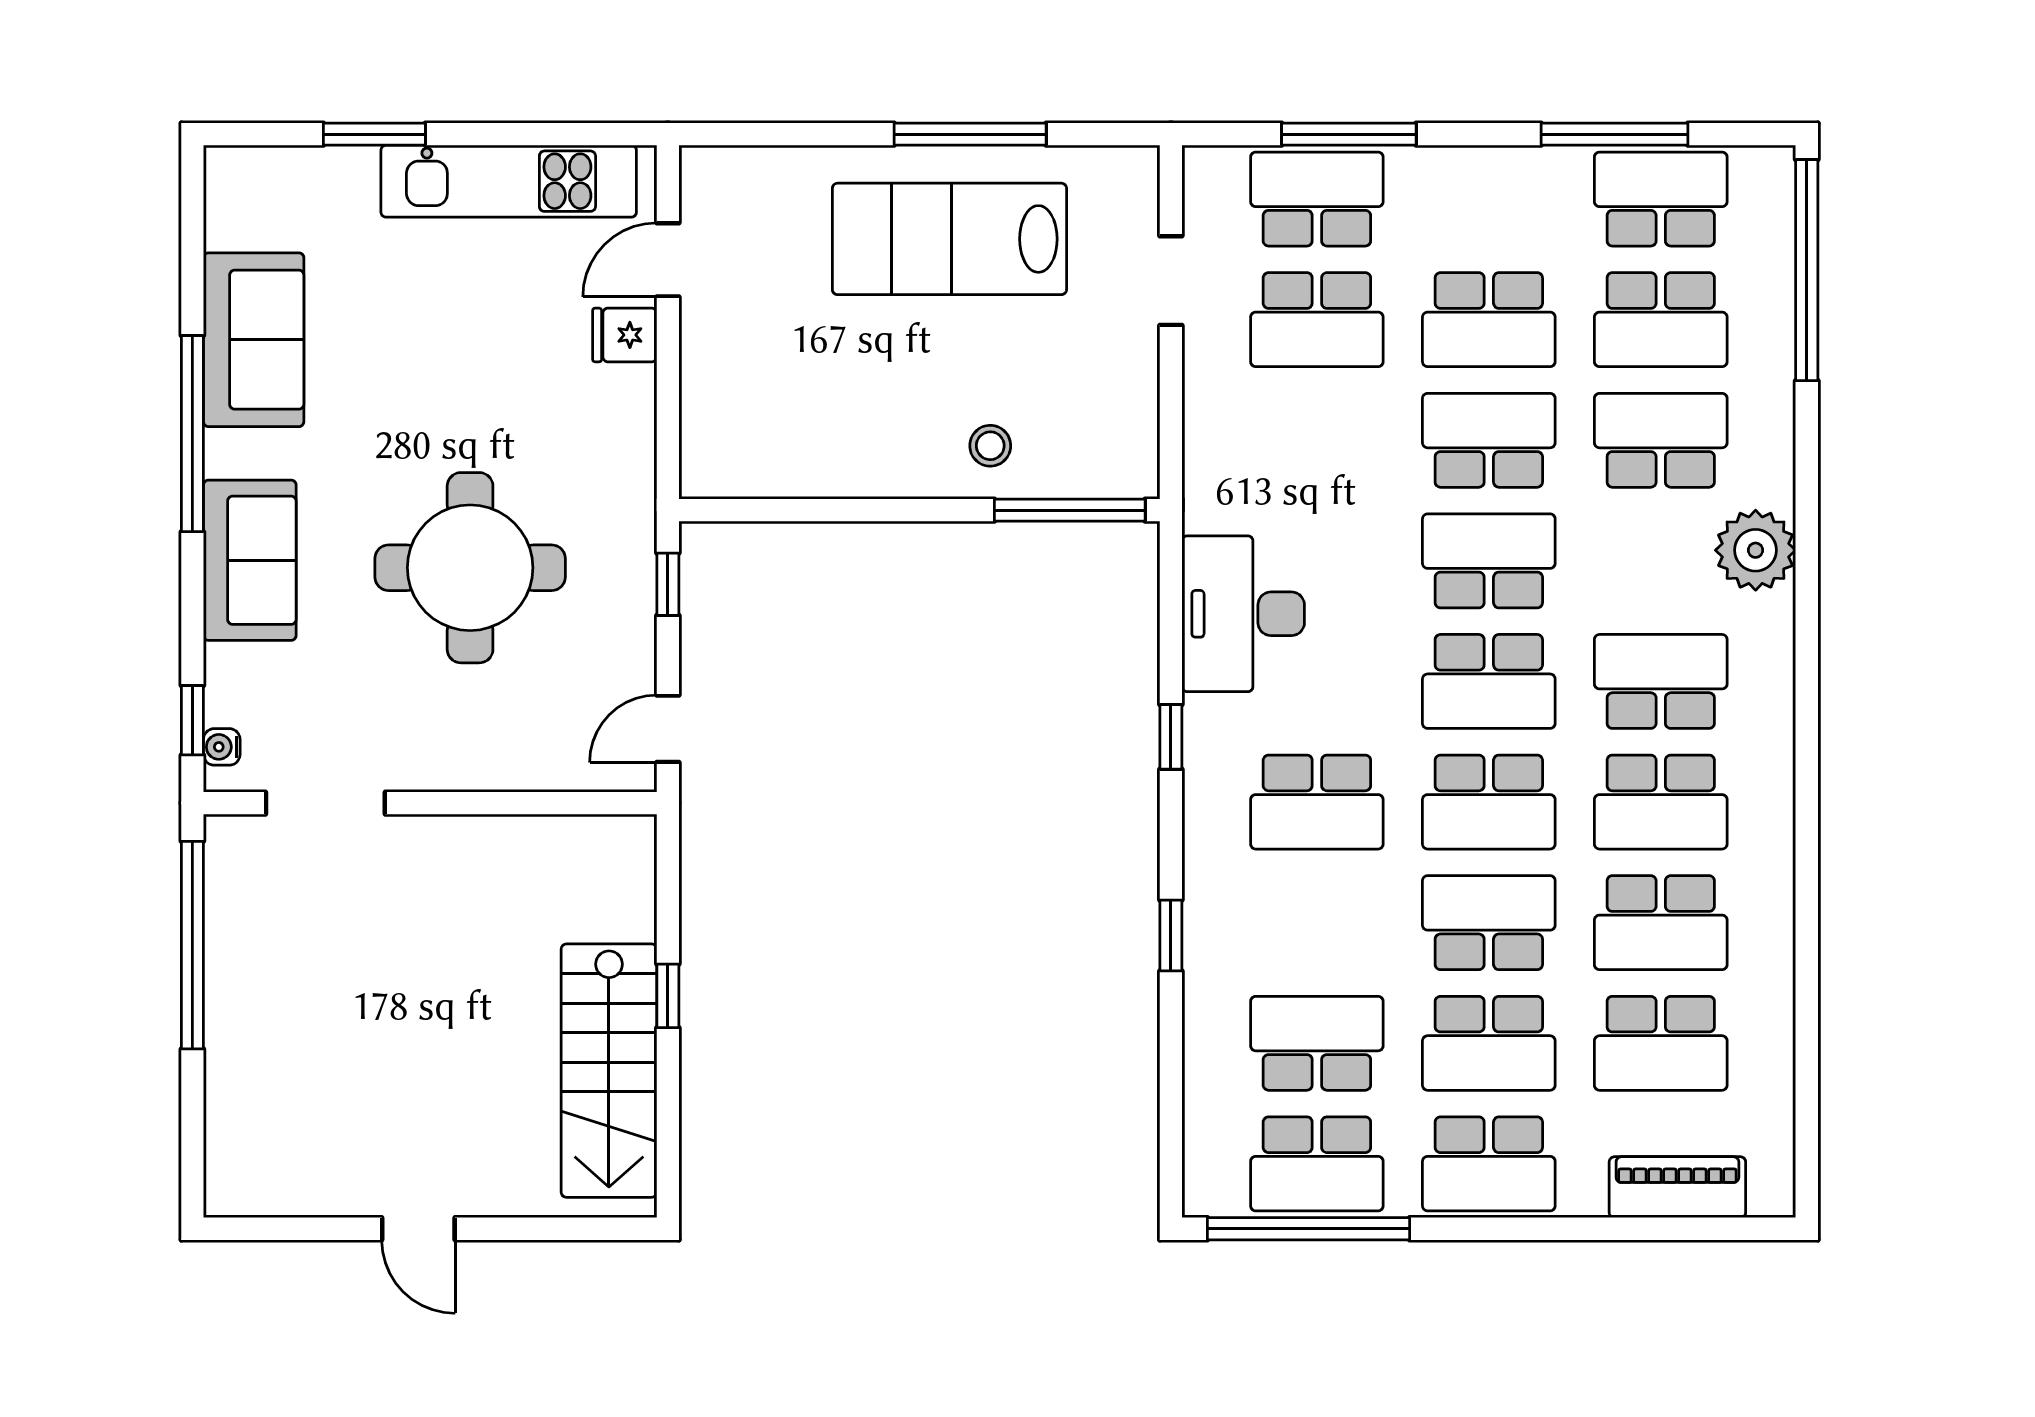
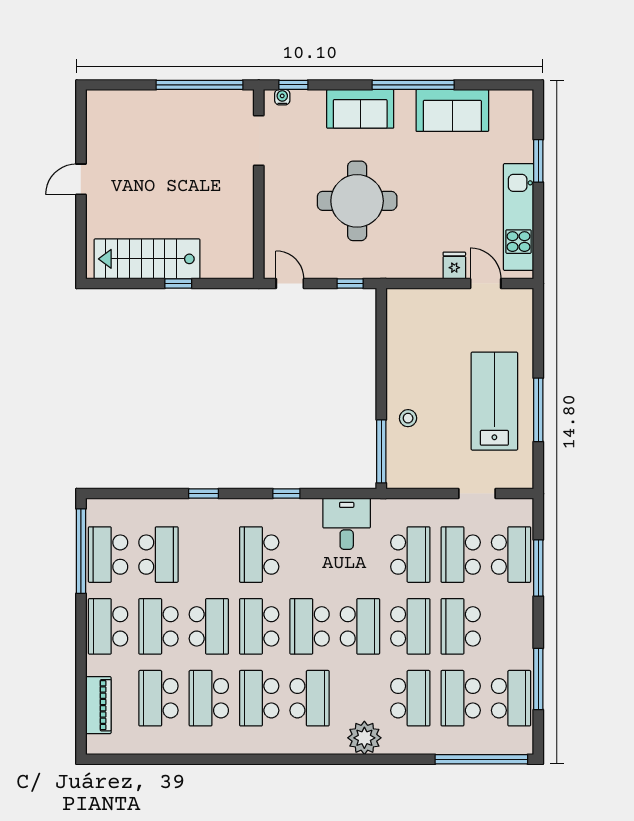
school desk: (1317, 440) -> (410, 555), added
desk: (1243, 614) -> (347, 524), width x0.73

